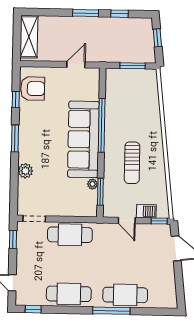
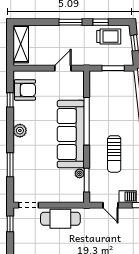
trolley: (128, 30) -> (109, 36), added
window: (15, 138) -> (10, 165), moved
plant: (25, 171) -> (20, 131), moved

